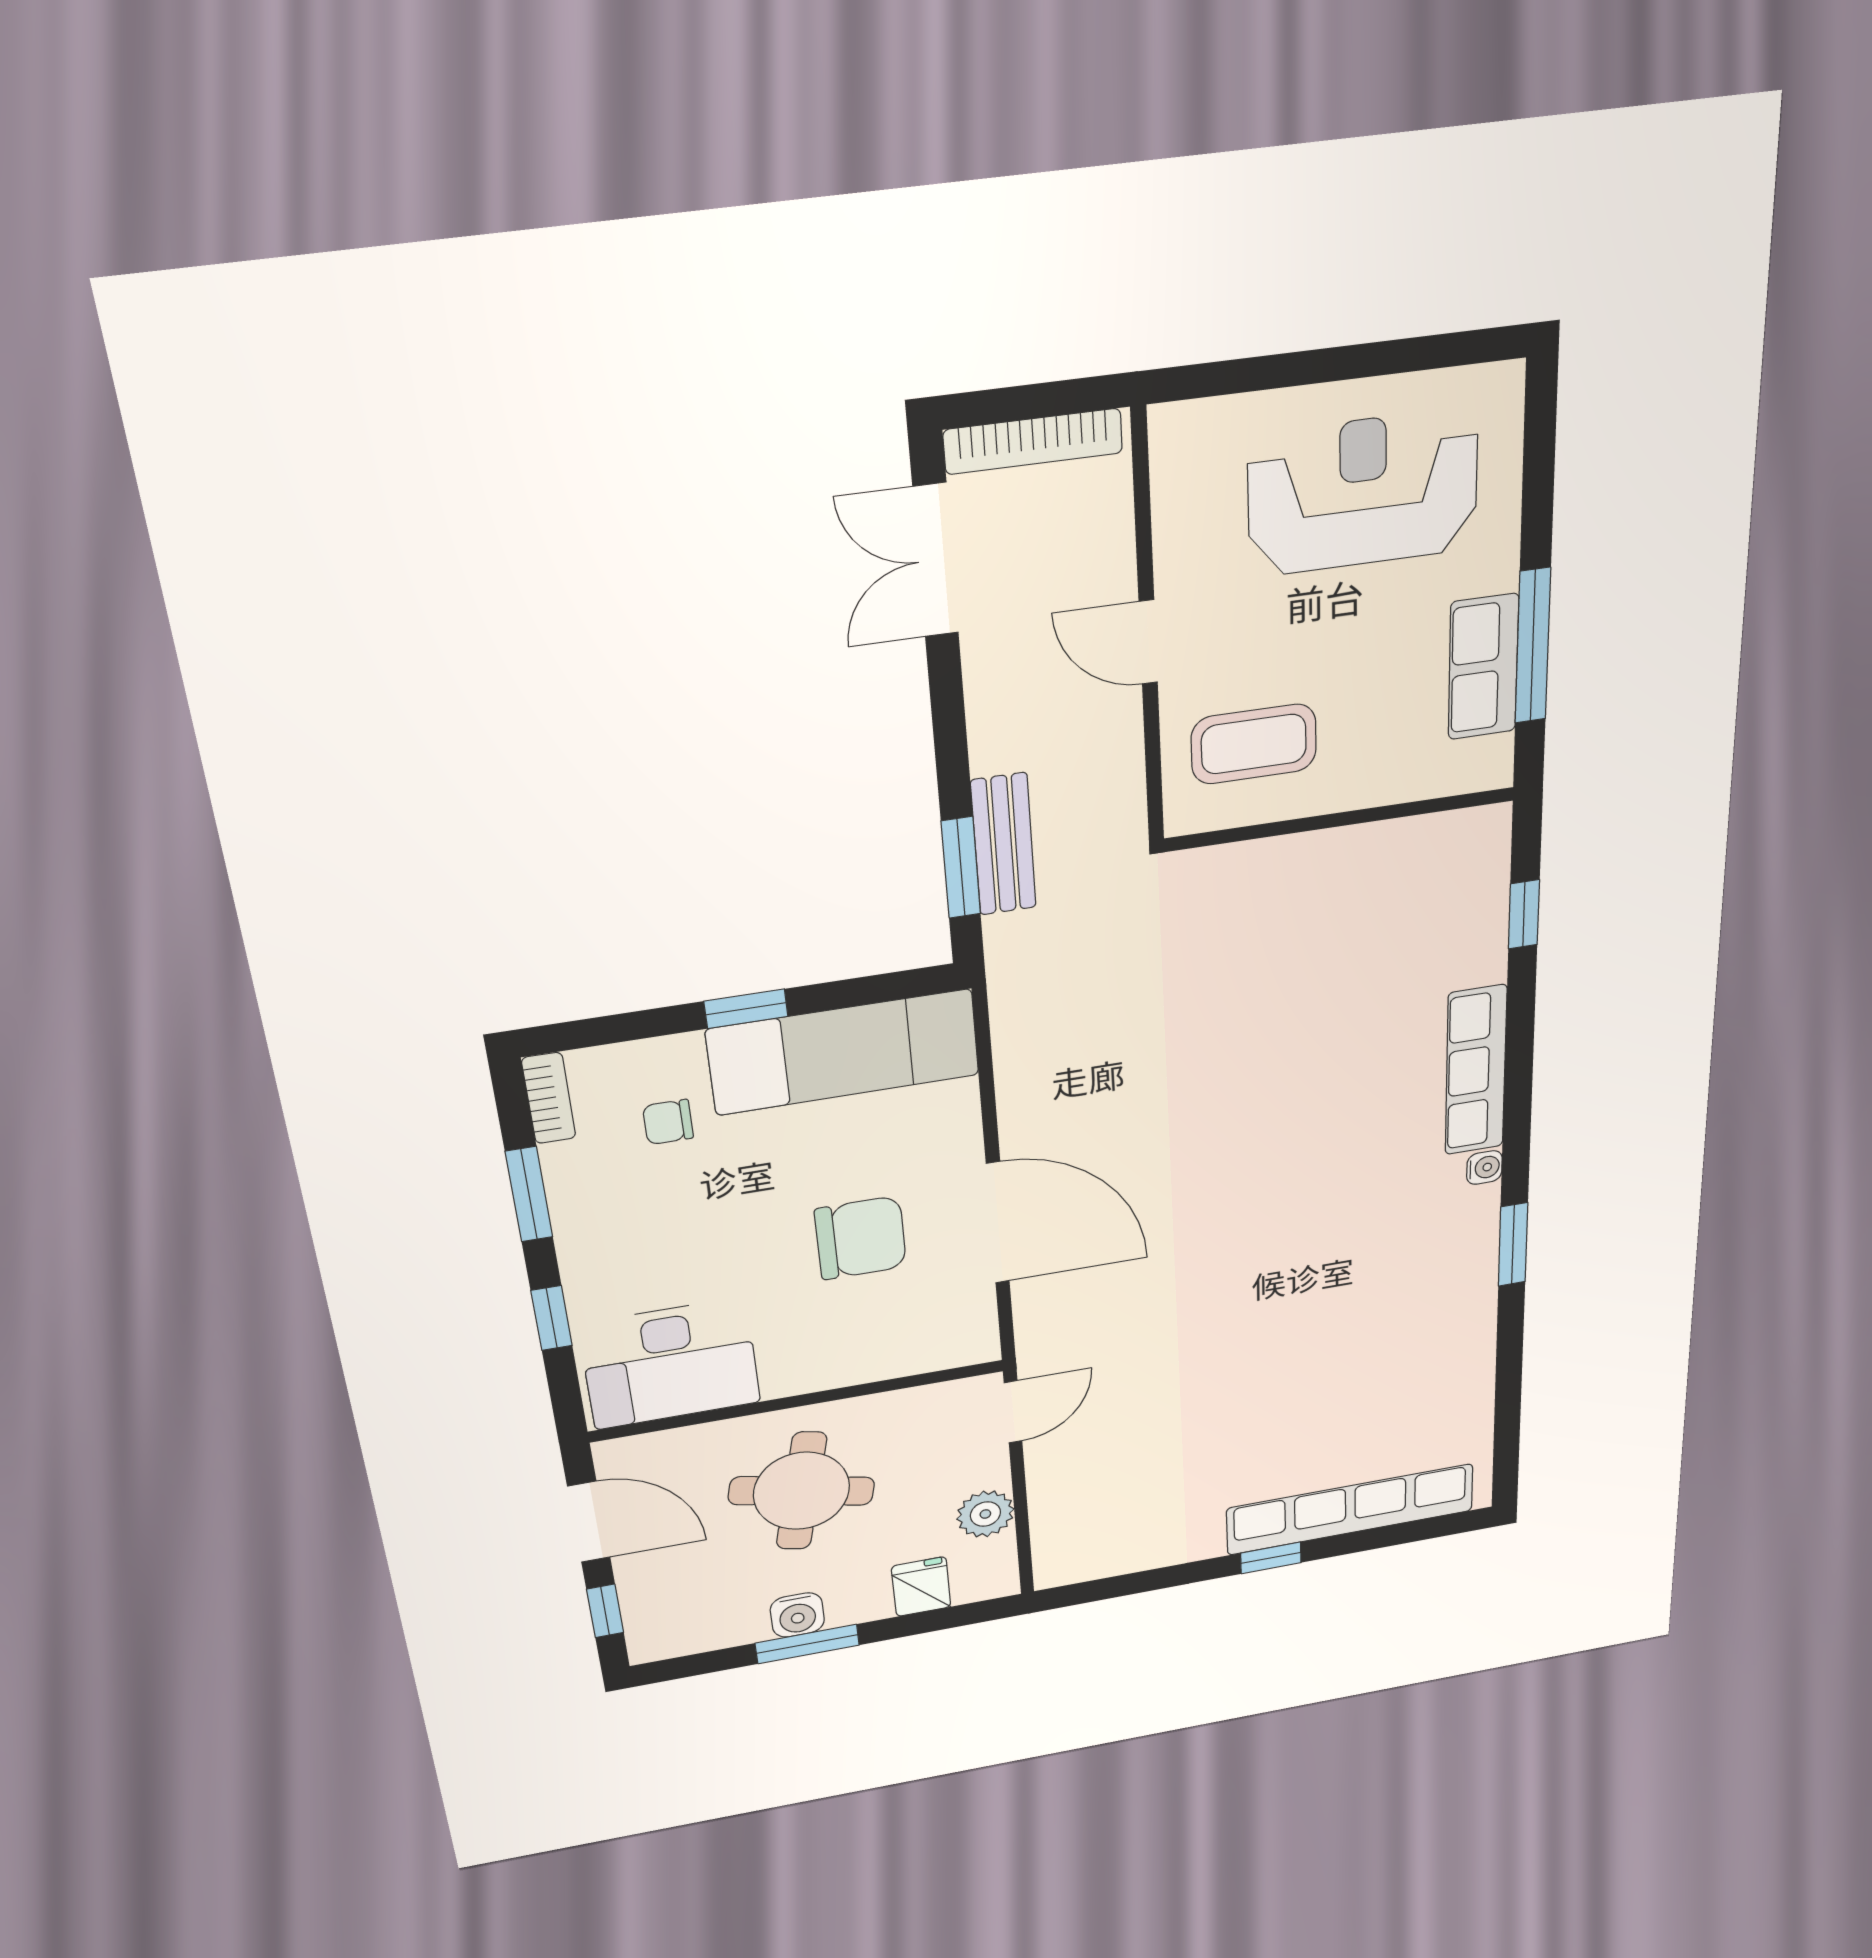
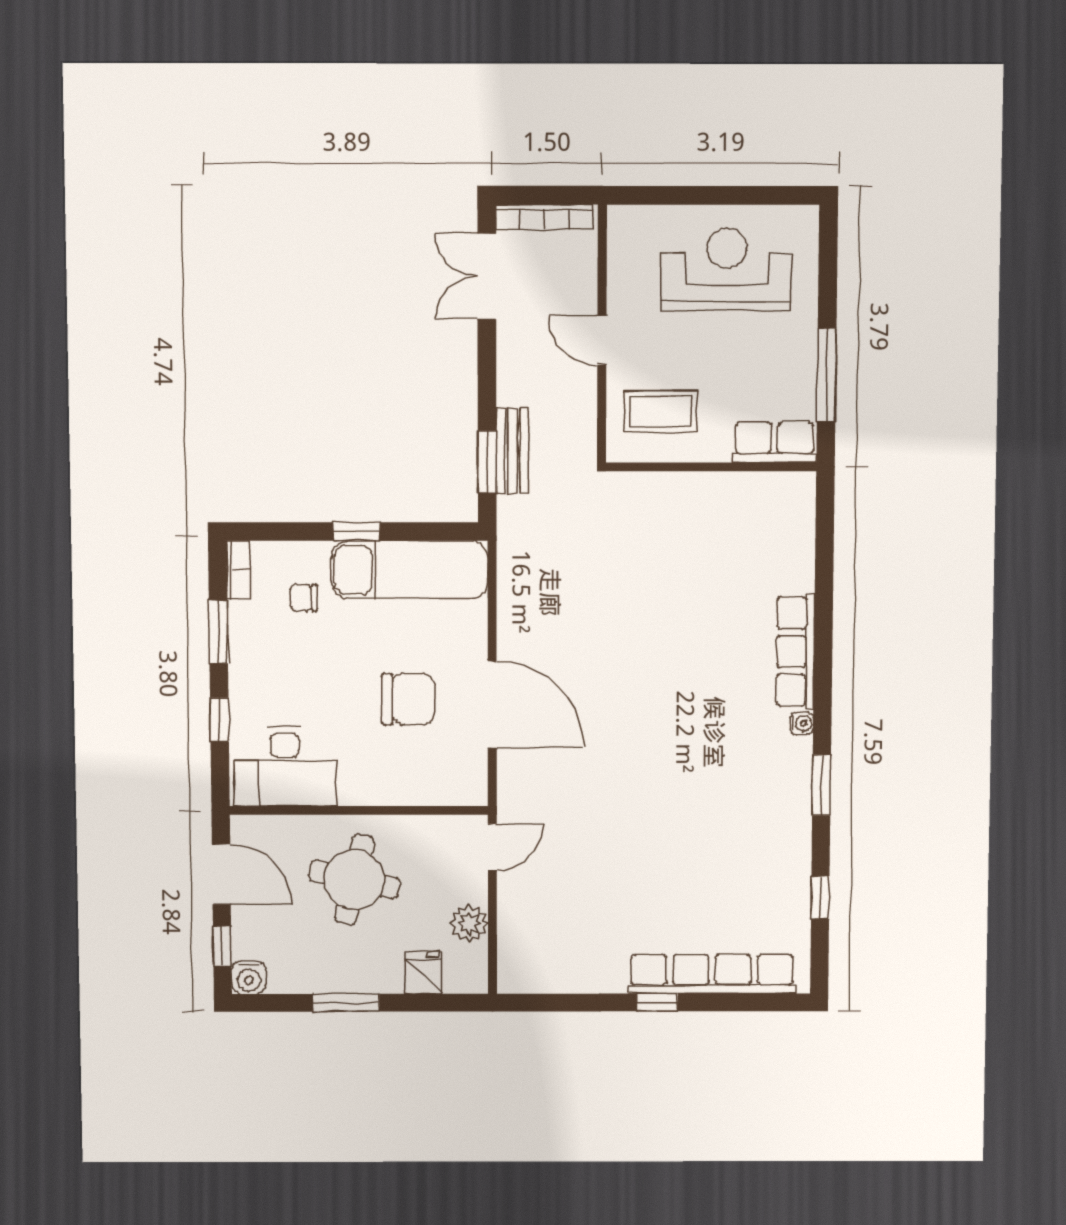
row of seats: (1483, 667) -> (774, 442), moved, turned 90
window: (1524, 914) -> (820, 897), moved
water cooler: (797, 1615) -> (249, 978), moved

